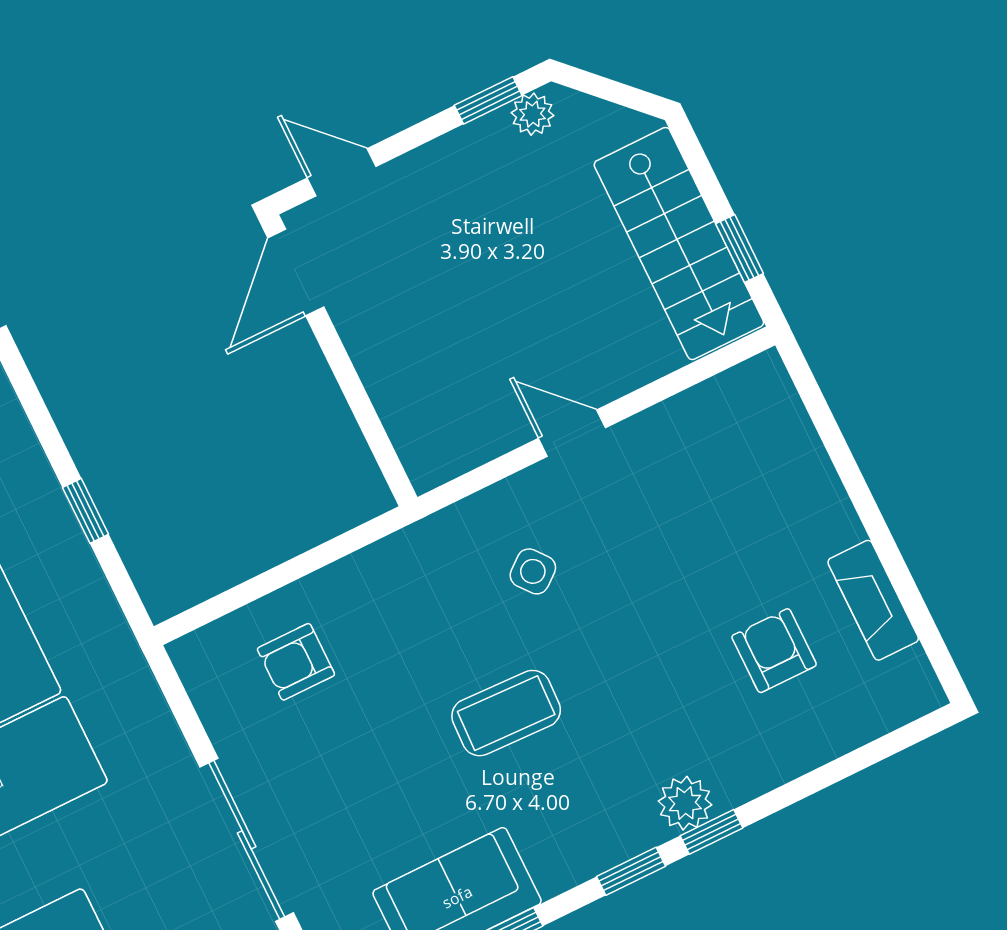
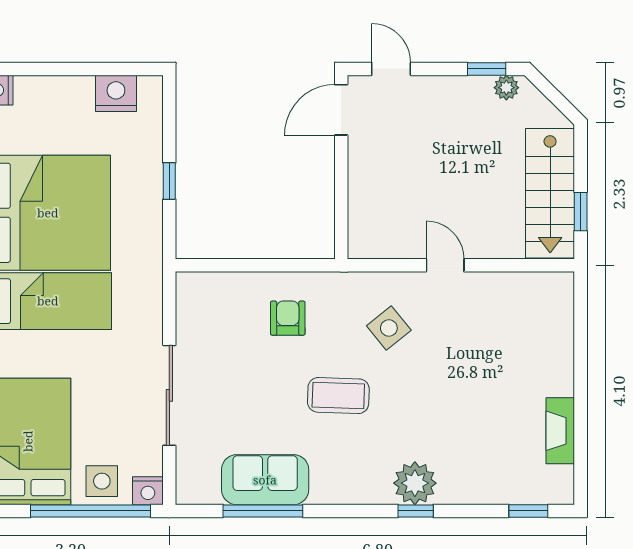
side table: (533, 571) -> (389, 328), width x1.37, depth x1.37
armchair: (774, 651) -> (495, 432), removed
armchair: (296, 662) -> (288, 318), moved, turned 90
plant: (685, 803) -> (415, 483), width x1.36, depth x1.36
window: (631, 871) -> (528, 511), moved

